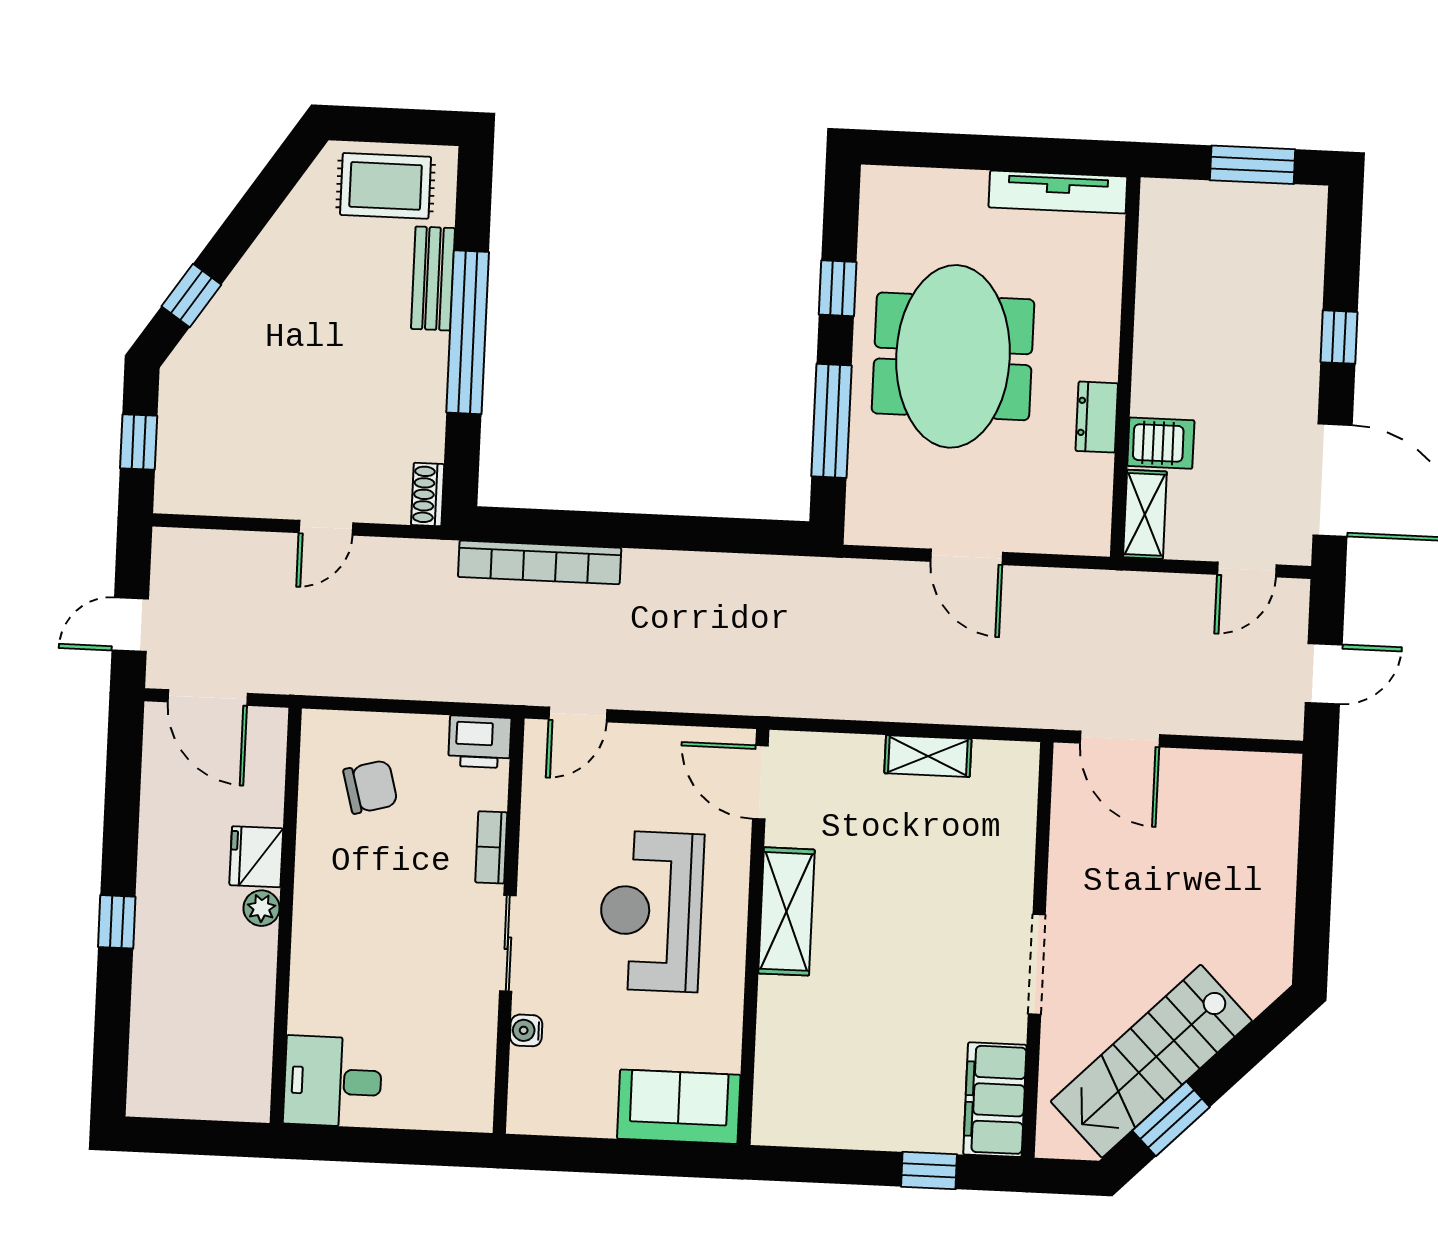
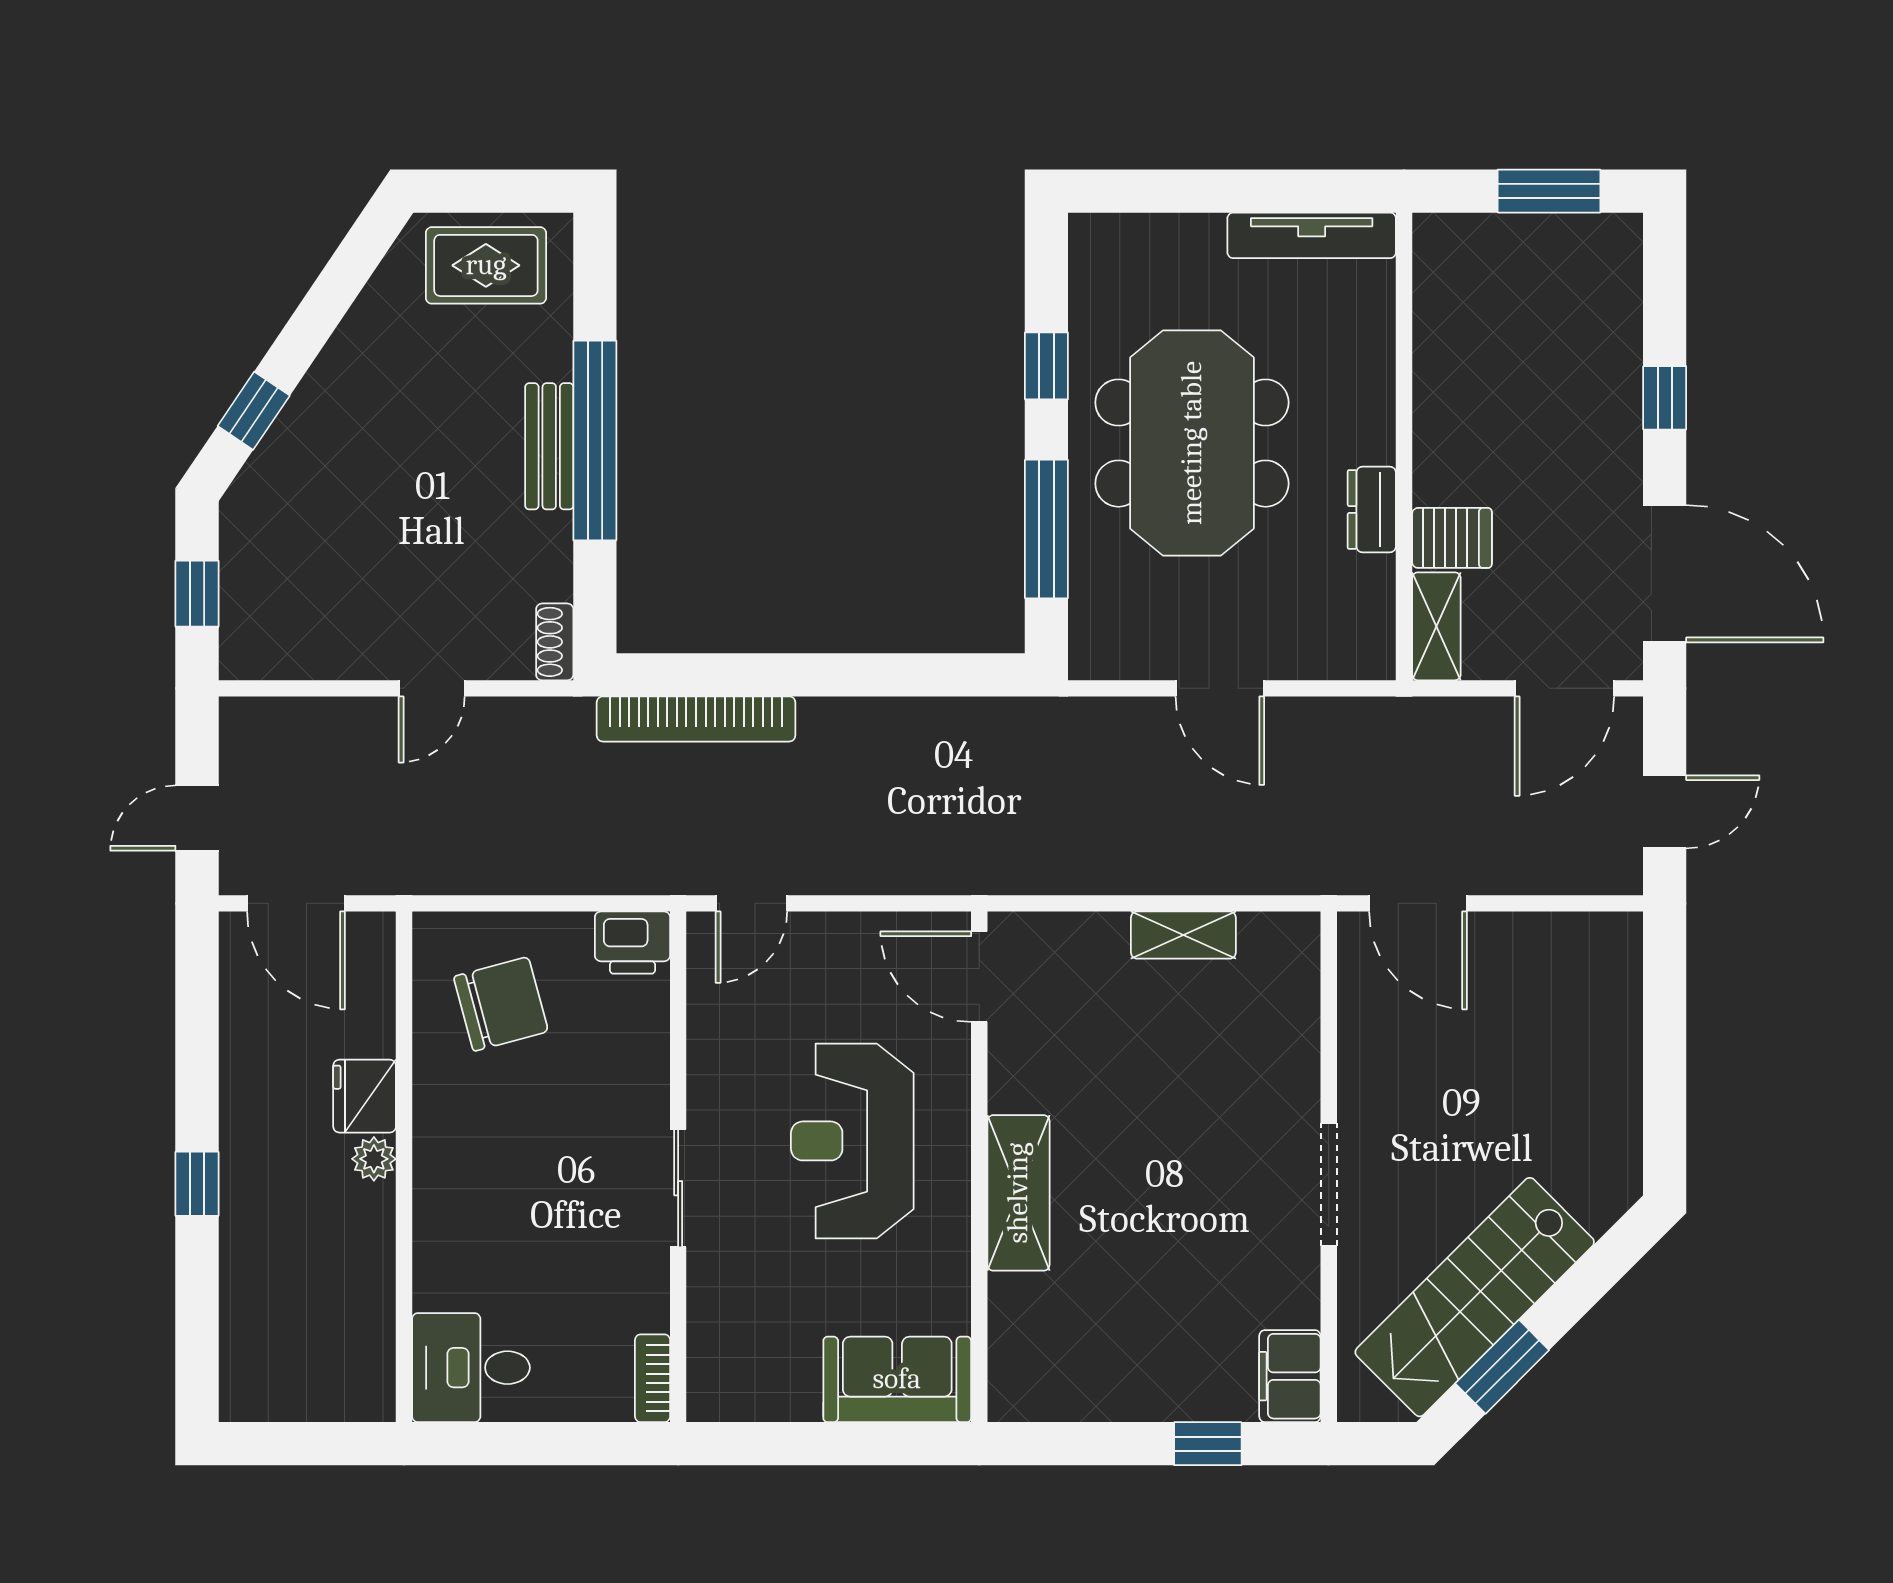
bench: (433, 278) -> (549, 446), moved
door: (1247, 570) -> (1564, 688), width x1.38
chair: (370, 787) -> (501, 1004), width x1.37, depth x1.37
bookcase: (491, 847) -> (653, 1378), moved
shelving: (786, 911) -> (1018, 1193), moved
water cooler: (526, 1030) -> (706, 1294), removed
filing cabinet: (995, 1100) -> (1290, 1376), width x0.67, depth x0.86

